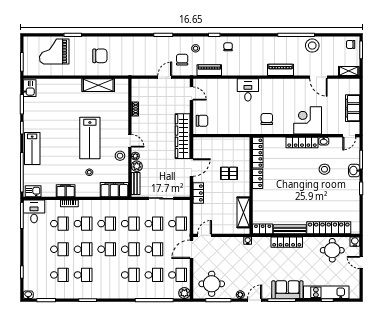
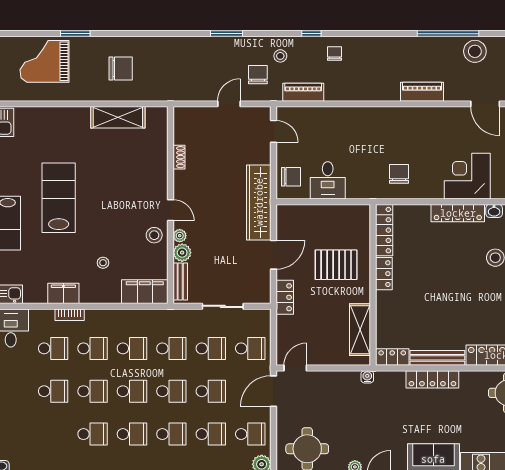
desk: (248, 90) -> (328, 180), moved, turned 180
lab bench: (90, 138) -> (59, 198), moved, turned 180
pallet: (229, 173) -> (336, 265), width x1.50, depth x1.42
school desk: (59, 275) -> (132, 434), moved

